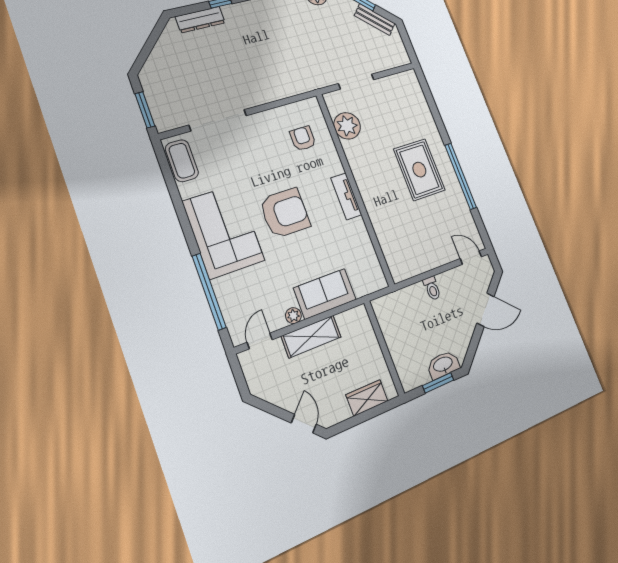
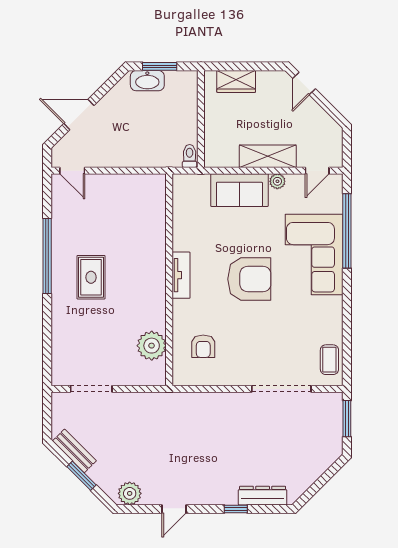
doorway: (356, 82) -> (91, 389), moved
coffee table: (182, 161) -> (329, 360), width x0.73, depth x0.77
rug: (419, 170) -> (91, 277), width x0.73, depth x0.70
armchair: (285, 213) -> (249, 279), turned 180
corner sofa: (223, 231) -> (314, 254), moved
toilet: (432, 288) -> (190, 156), moved

